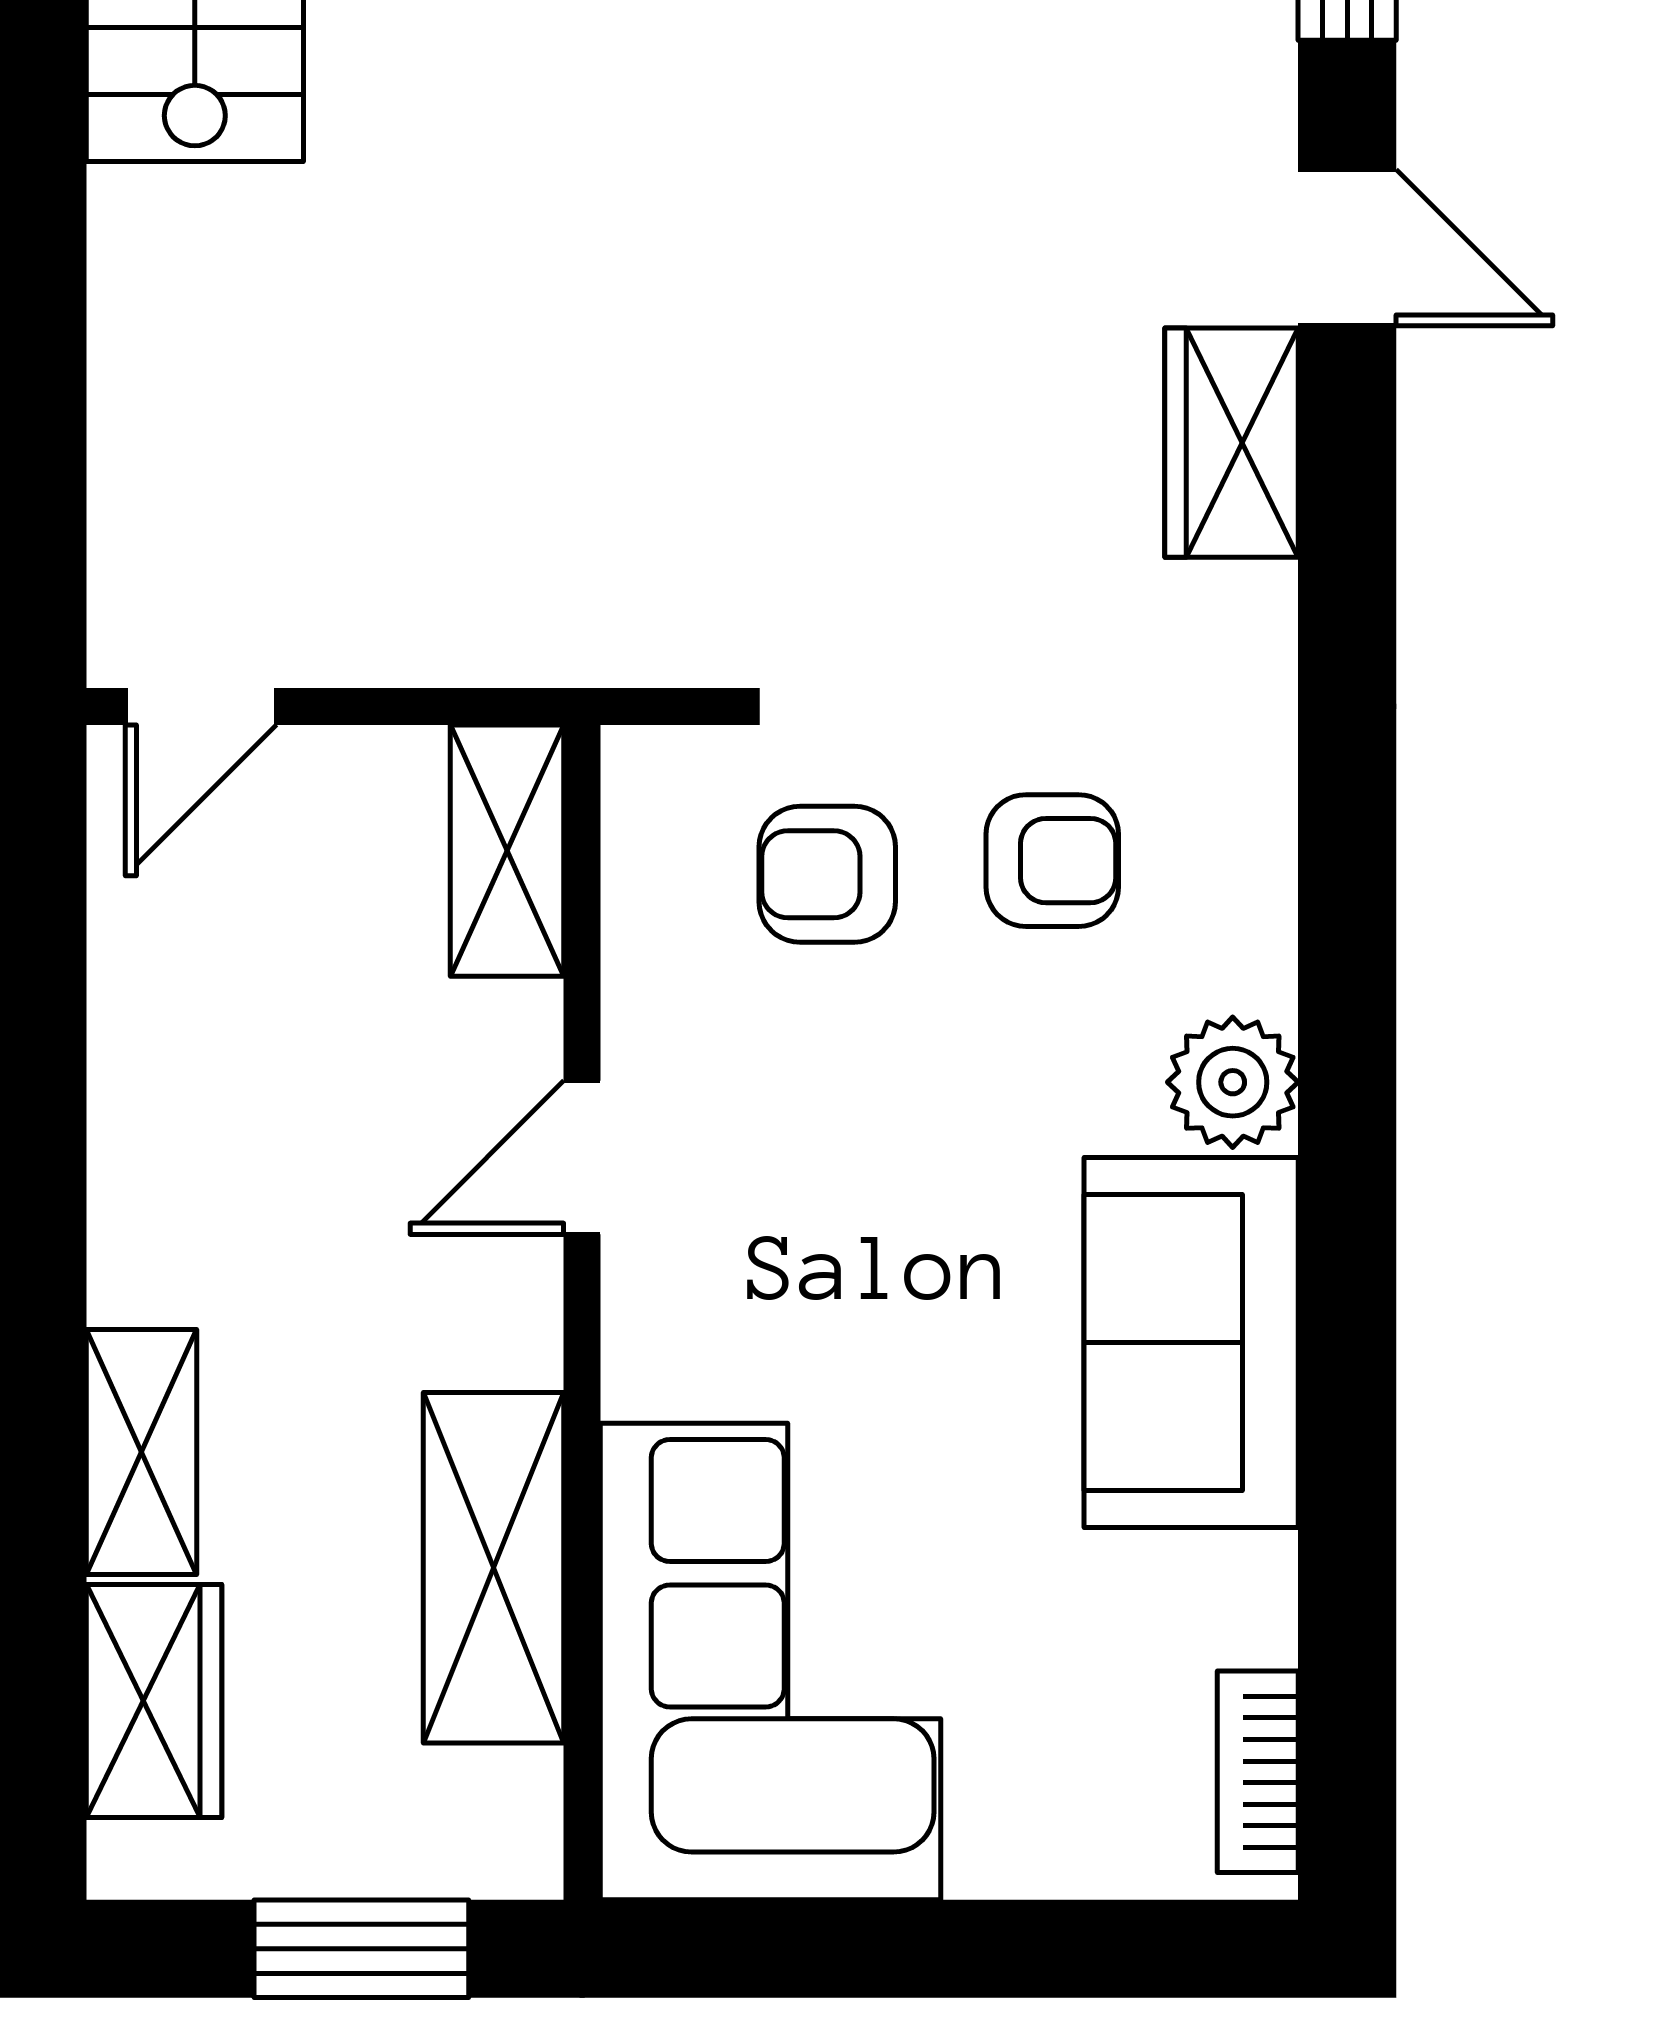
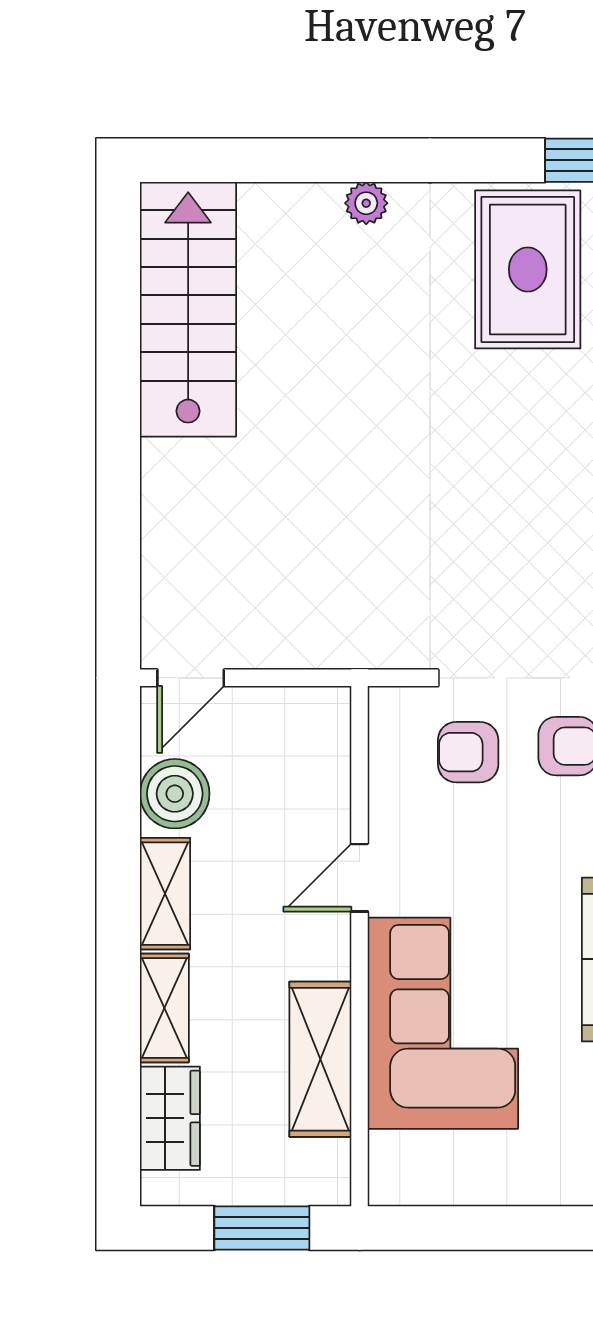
shelving: (507, 851) -> (165, 894), moved
boiler: (165, 968) -> (175, 794), added
corner sofa: (770, 1661) -> (443, 1023), moved

